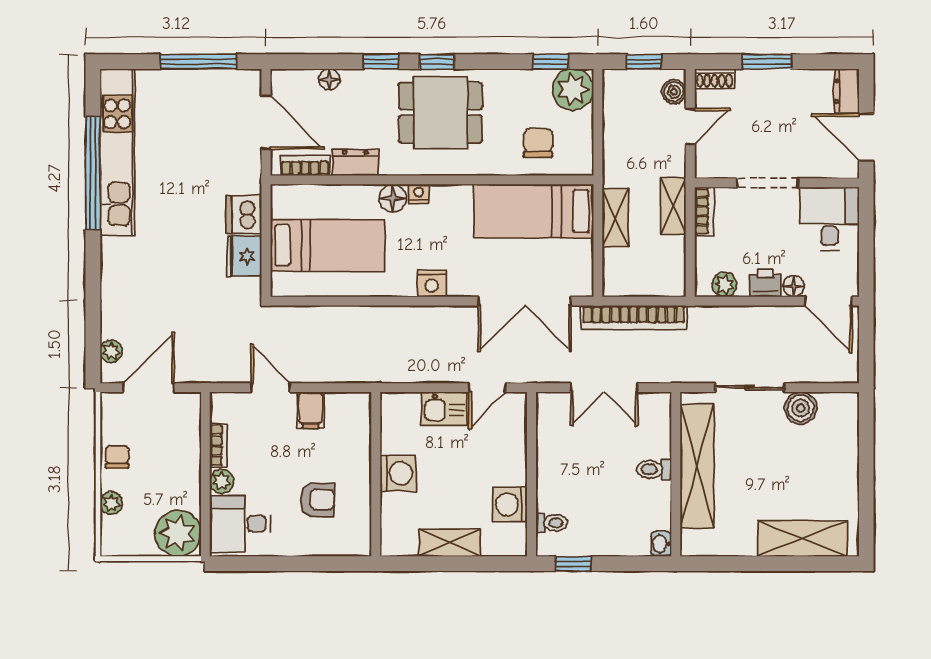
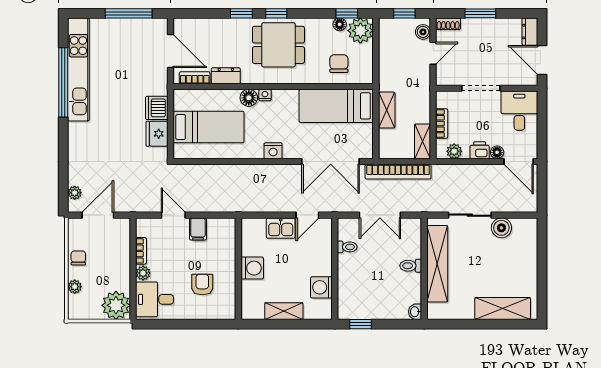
floor lamp: (329, 79) -> (340, 24), moved
shelving: (673, 206) -> (423, 141), moved
bookcase: (704, 211) -> (442, 123), moved
armchair: (317, 500) -> (202, 284), turned -90
toilet: (552, 523) -> (347, 247), moved

